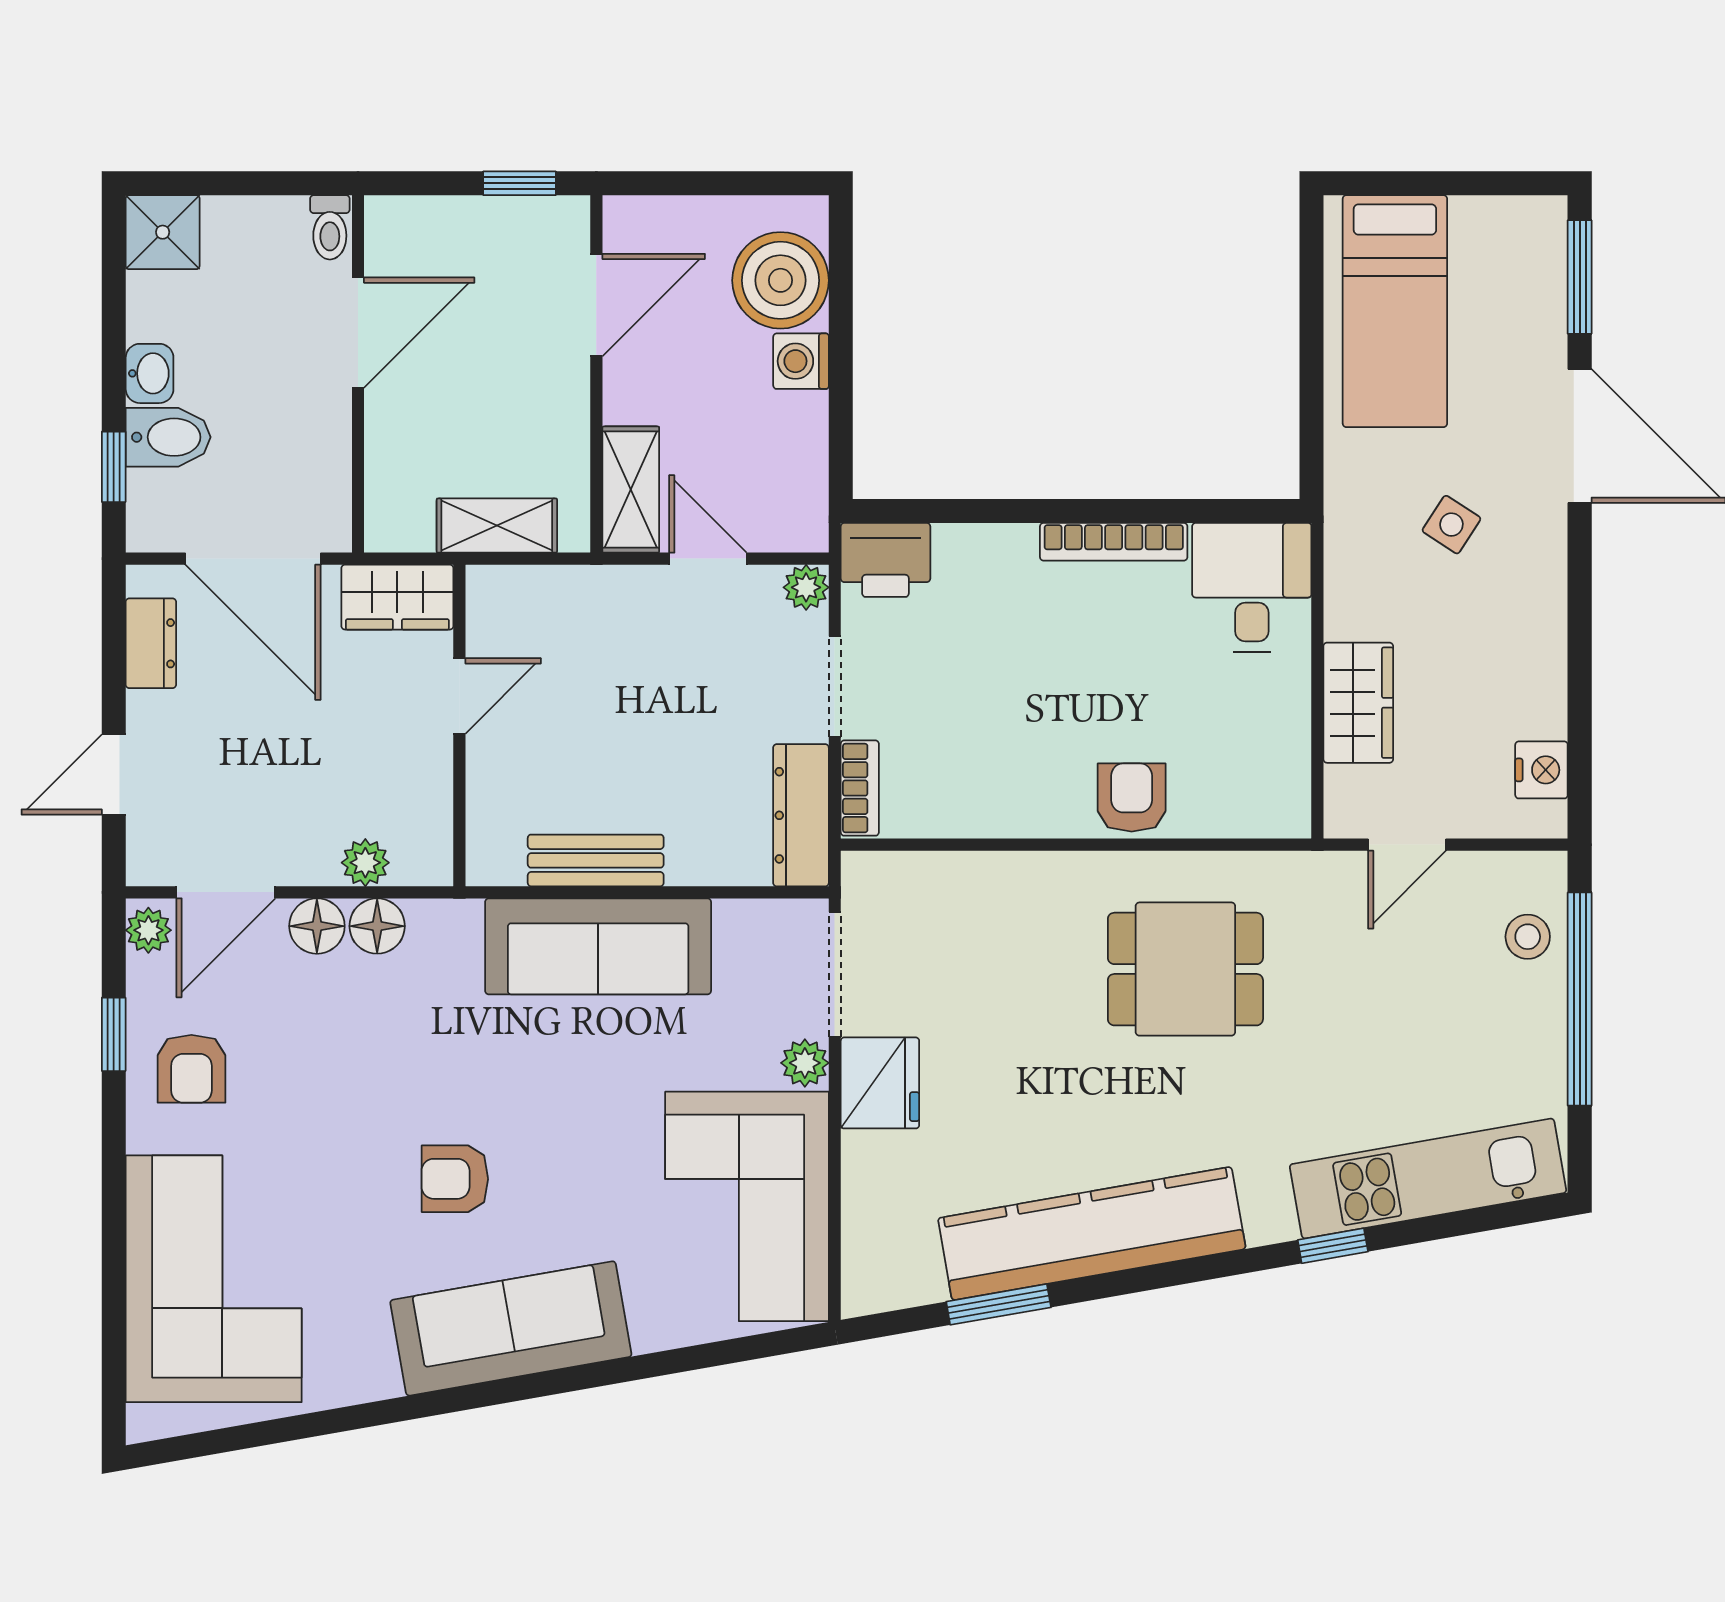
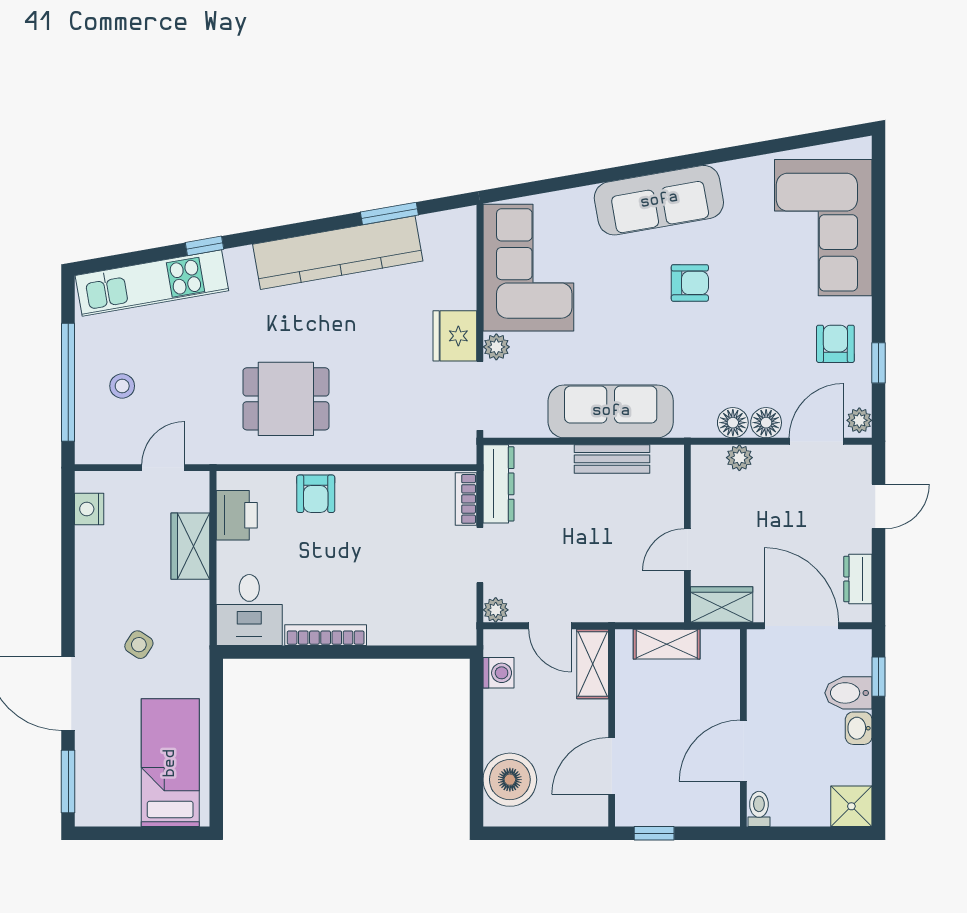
washing machine: (801, 361) -> (498, 673), moved
printer: (885, 560) -> (237, 515), moved, turned 90
stool: (1528, 937) -> (122, 386), moved

